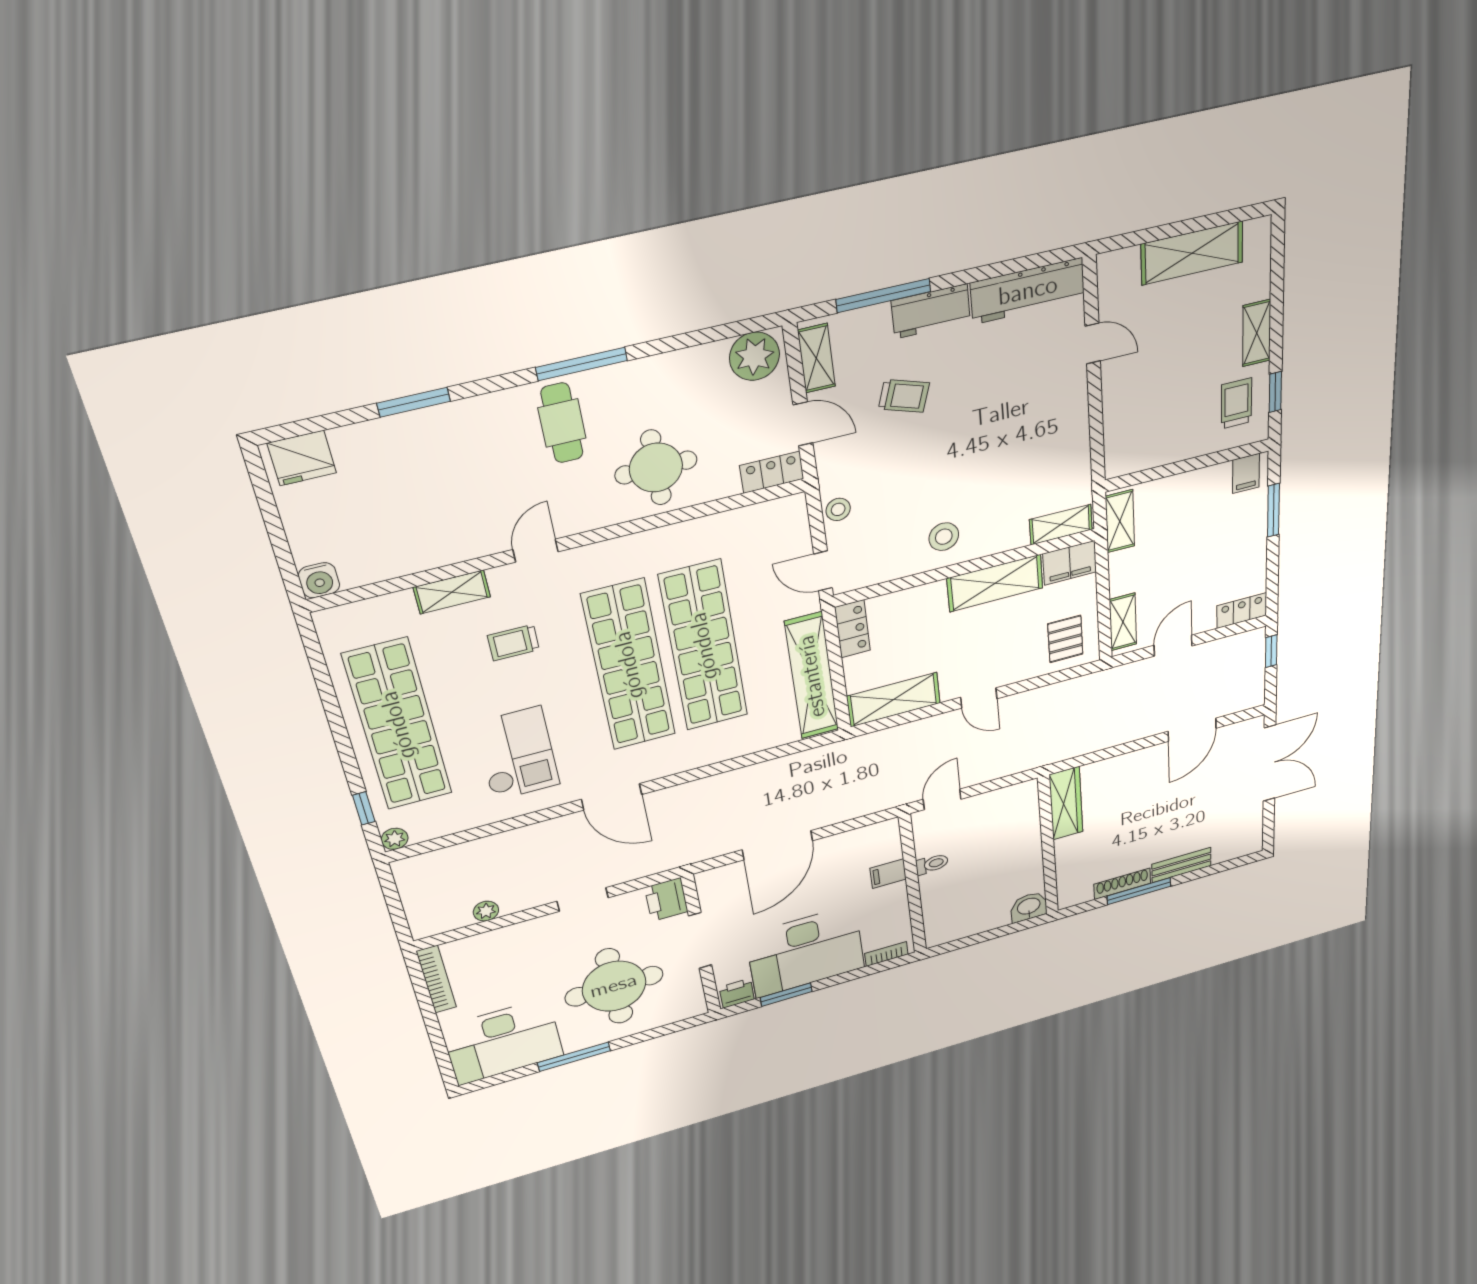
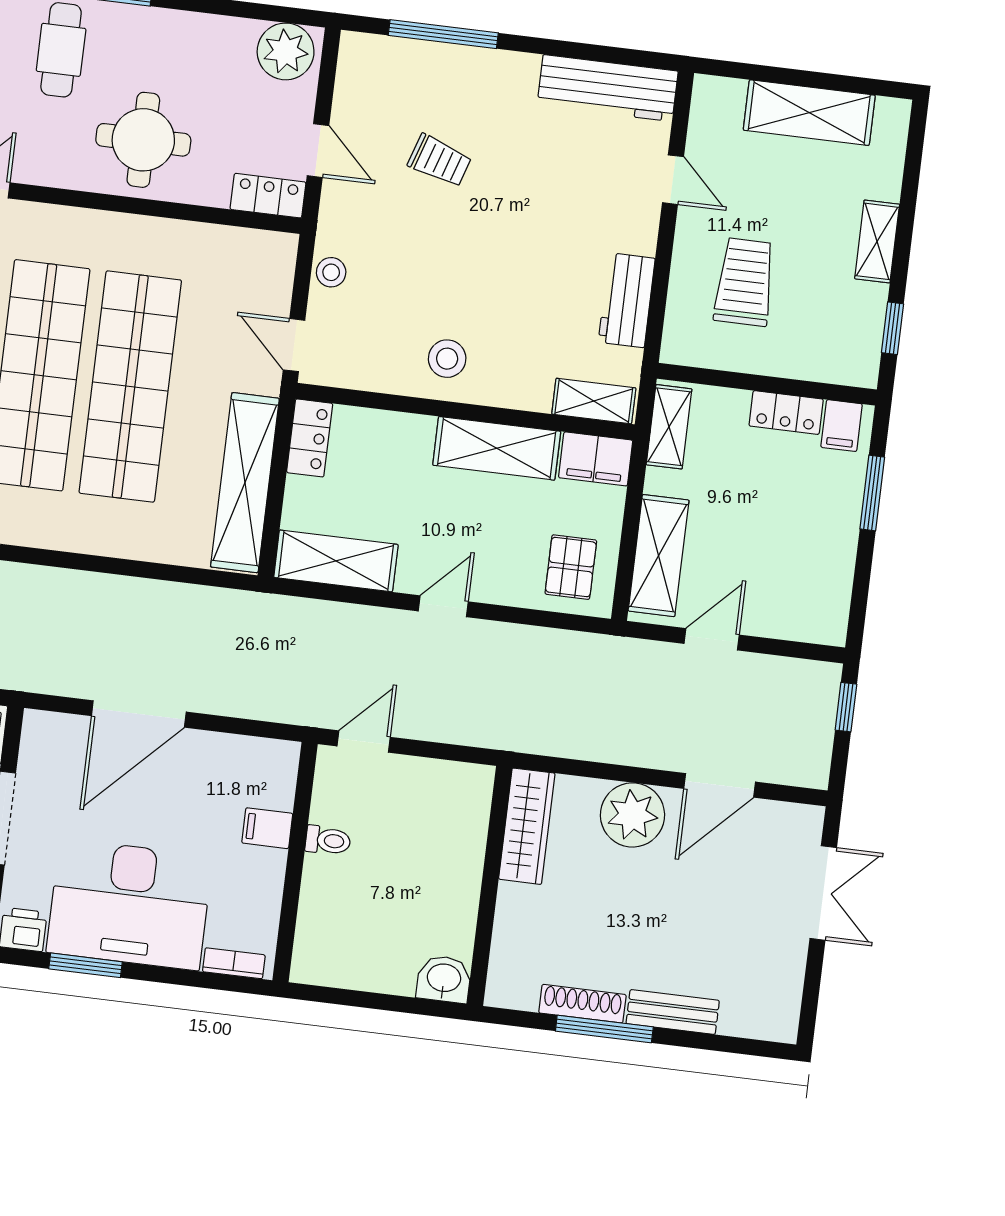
workbench: (931, 311) -> (627, 300), moved, turned 90
shelving: (816, 358) -> (352, 79), removed
trolley: (1236, 403) -> (745, 282), moved, width x1.36, depth x1.39
locker: (1242, 611) -> (786, 413), moved, turned 180
shelving: (1123, 622) -> (659, 556), width x1.50, depth x1.33
door: (979, 698) -> (443, 606), swing flipped
double door: (1269, 763) -> (823, 893), width x0.73
plant: (1136, 769) -> (632, 815), added

